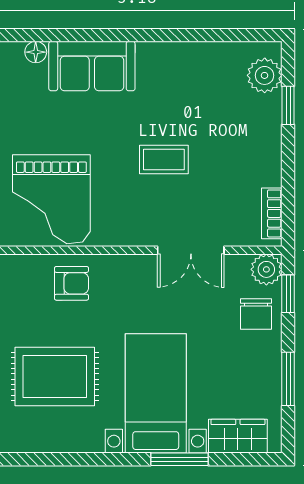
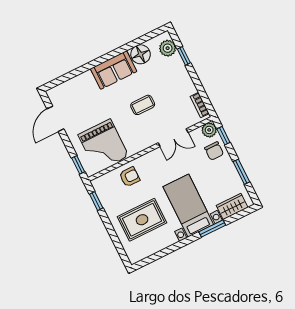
floor lamp: (36, 52) -> (141, 54), moved, width x1.89, depth x1.89
sofa: (92, 66) -> (114, 70), moved

